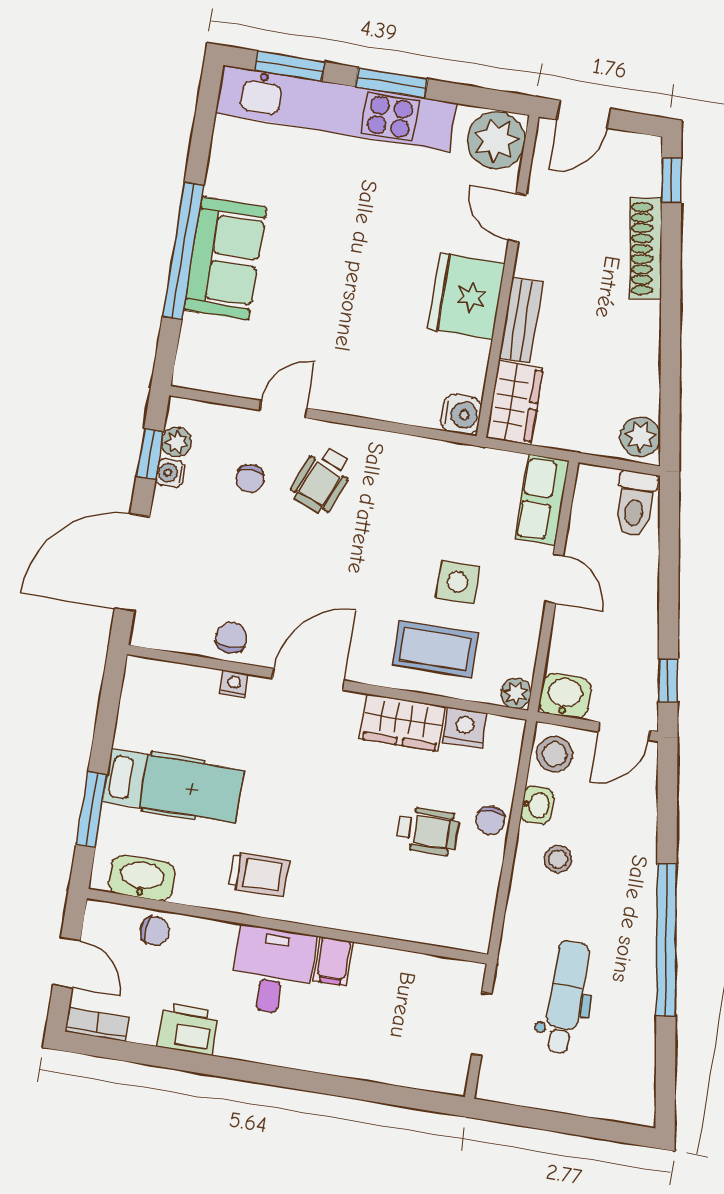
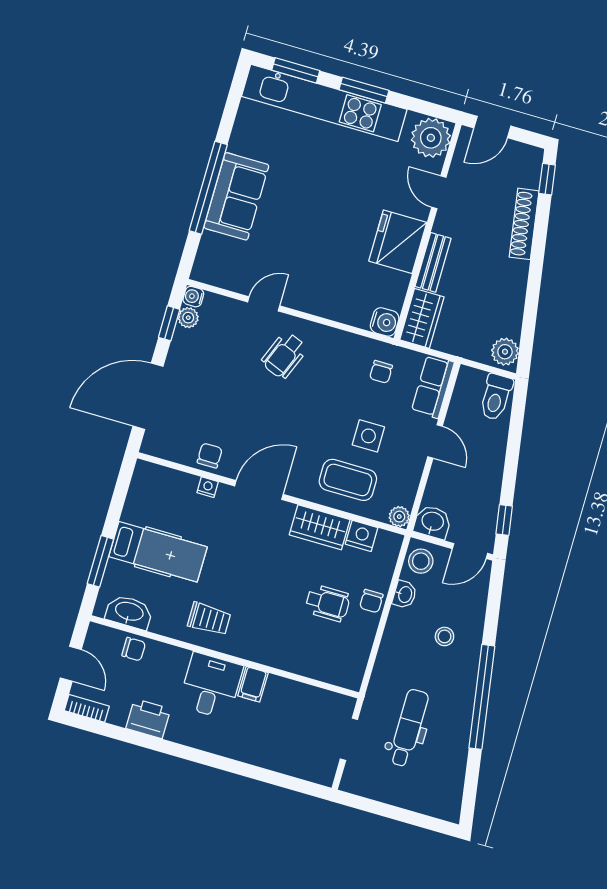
water cooler: (170, 473) -> (193, 297), moved
chair: (250, 479) -> (381, 372), moved
stool: (558, 859) -> (444, 636), moved

